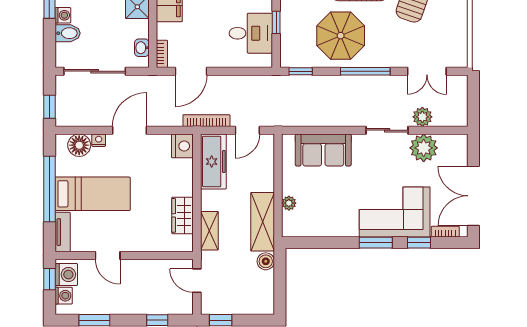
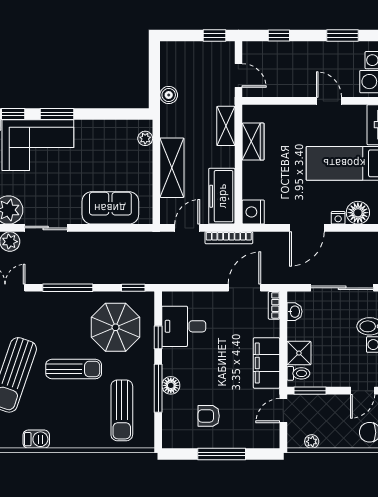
parasol: (341, 36) -> (116, 327), moved
plant: (289, 203) -> (145, 138), moved
shelving: (263, 222) -> (172, 168), moved

